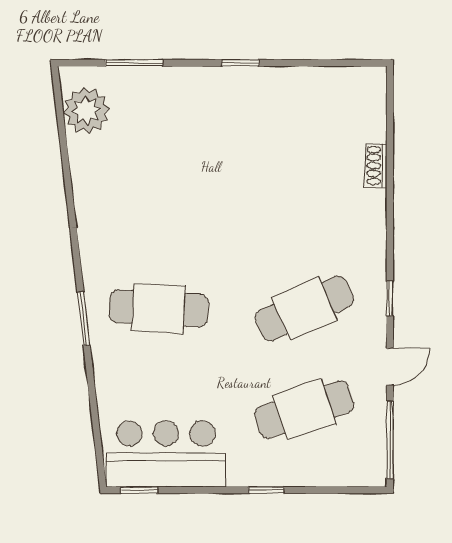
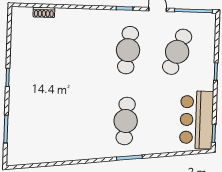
plant: (86, 111) -> (28, 153), removed
shoe rack: (376, 165) -> (44, 12), moved
cafe table: (304, 308) -> (128, 50), turned 30
cafe table: (304, 409) -> (177, 52), turned 39

